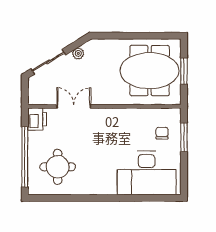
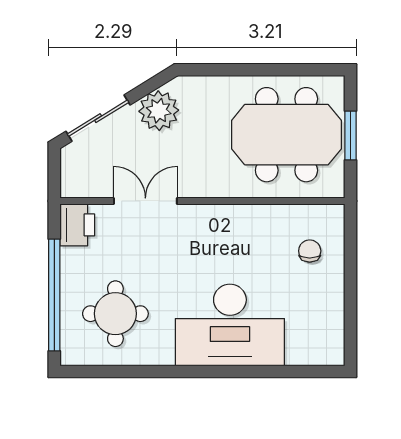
plant: (78, 53) -> (159, 111), width x1.88, depth x1.88
window: (184, 137) -> (350, 259), removed
desk: (147, 173) -> (230, 325), moved

